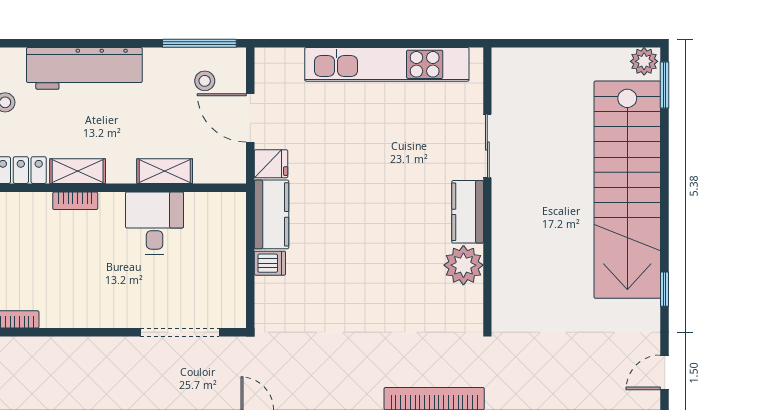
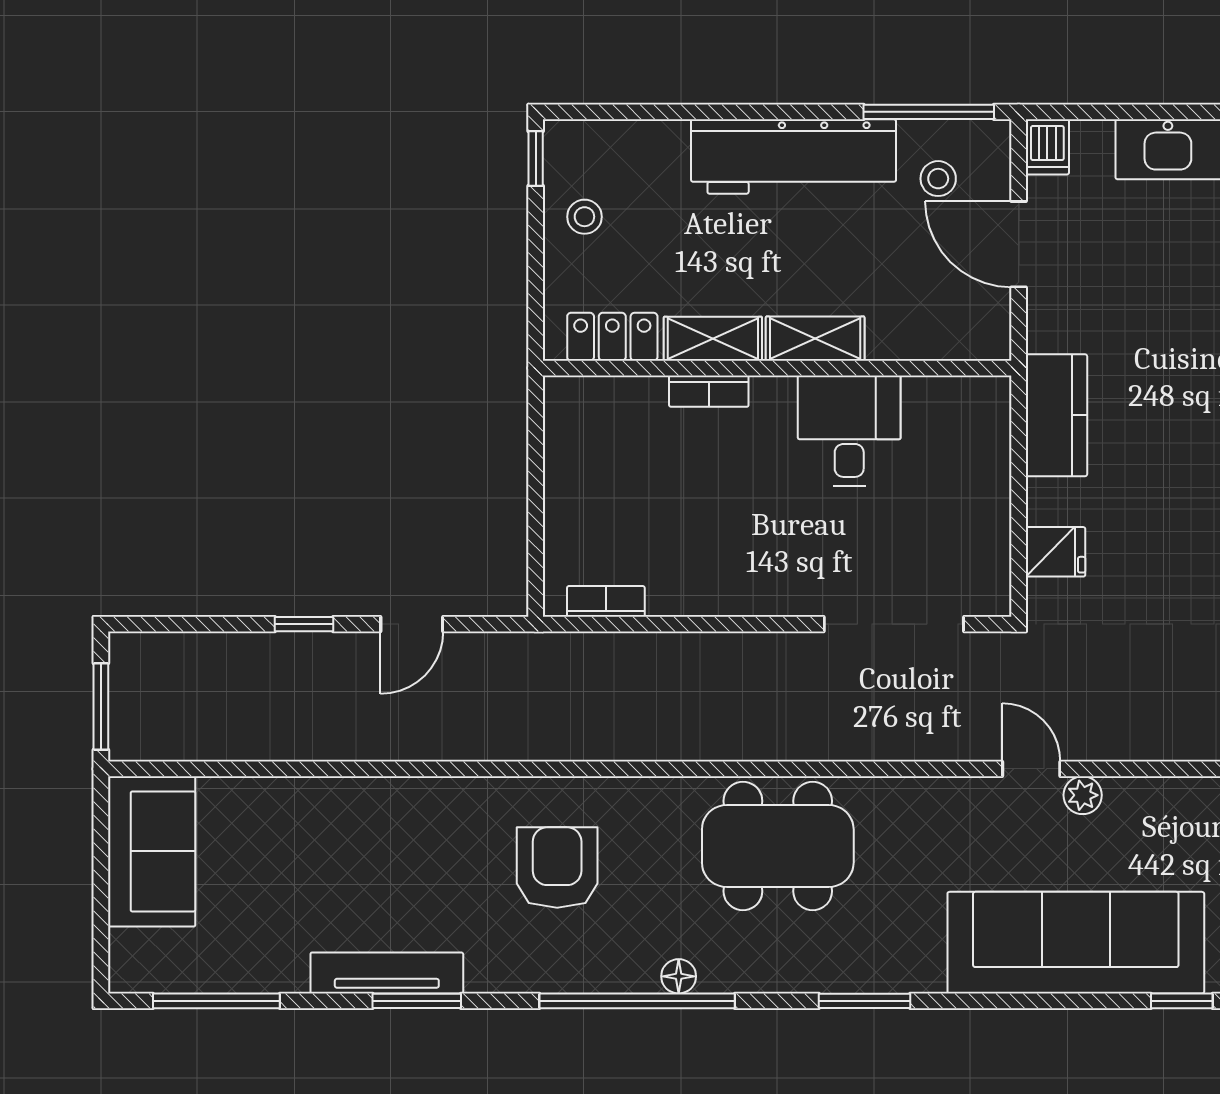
workbench: (84, 68) -> (794, 157), moved
fridge: (271, 164) -> (1056, 552), moved
shelving: (165, 171) -> (815, 339), moved
dishwasher: (270, 263) -> (1047, 147), moved, turned 90

